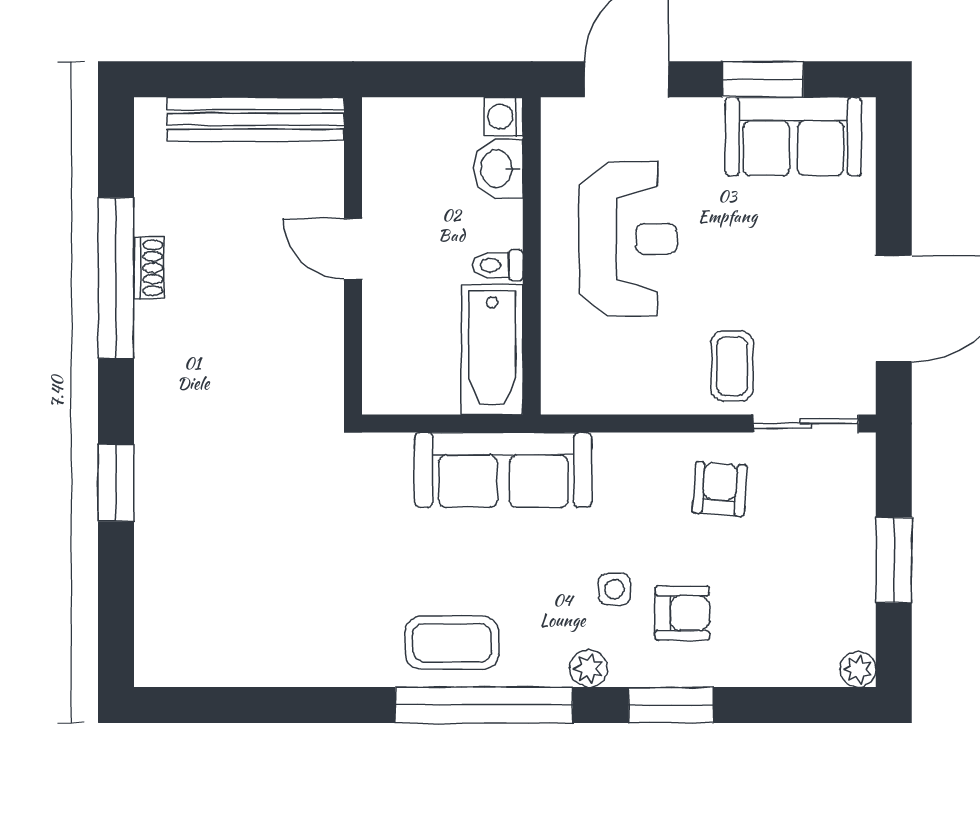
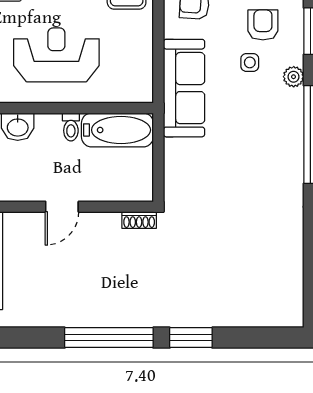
shoe rack: (149, 268) -> (139, 220), moved, turned 180
window: (116, 278) -> (109, 338), moved
sofa: (503, 470) -> (184, 88), moved
coffee table: (452, 643) -> (279, 152), removed

